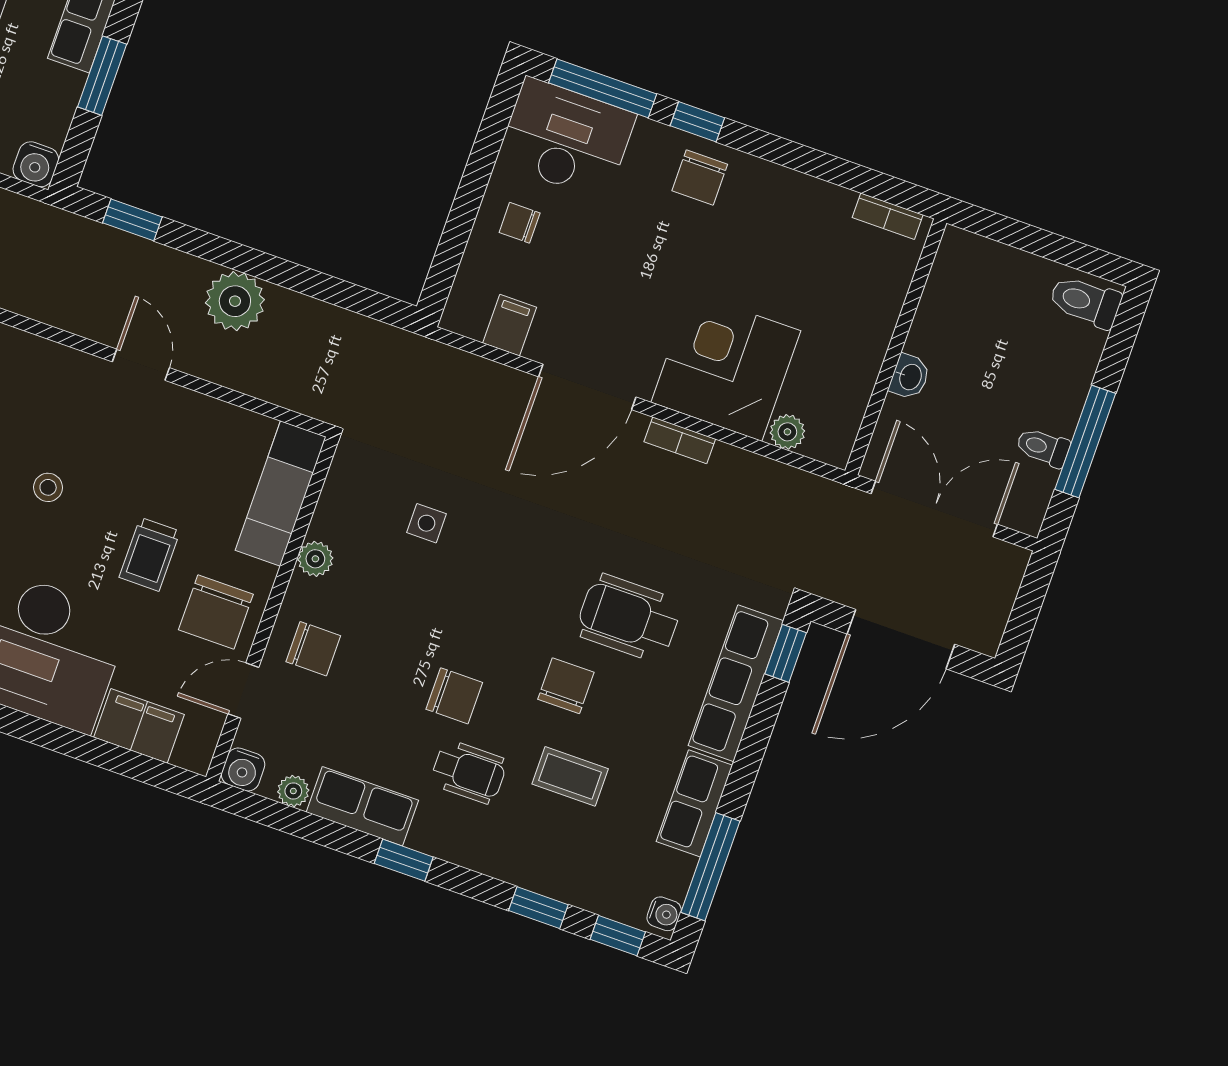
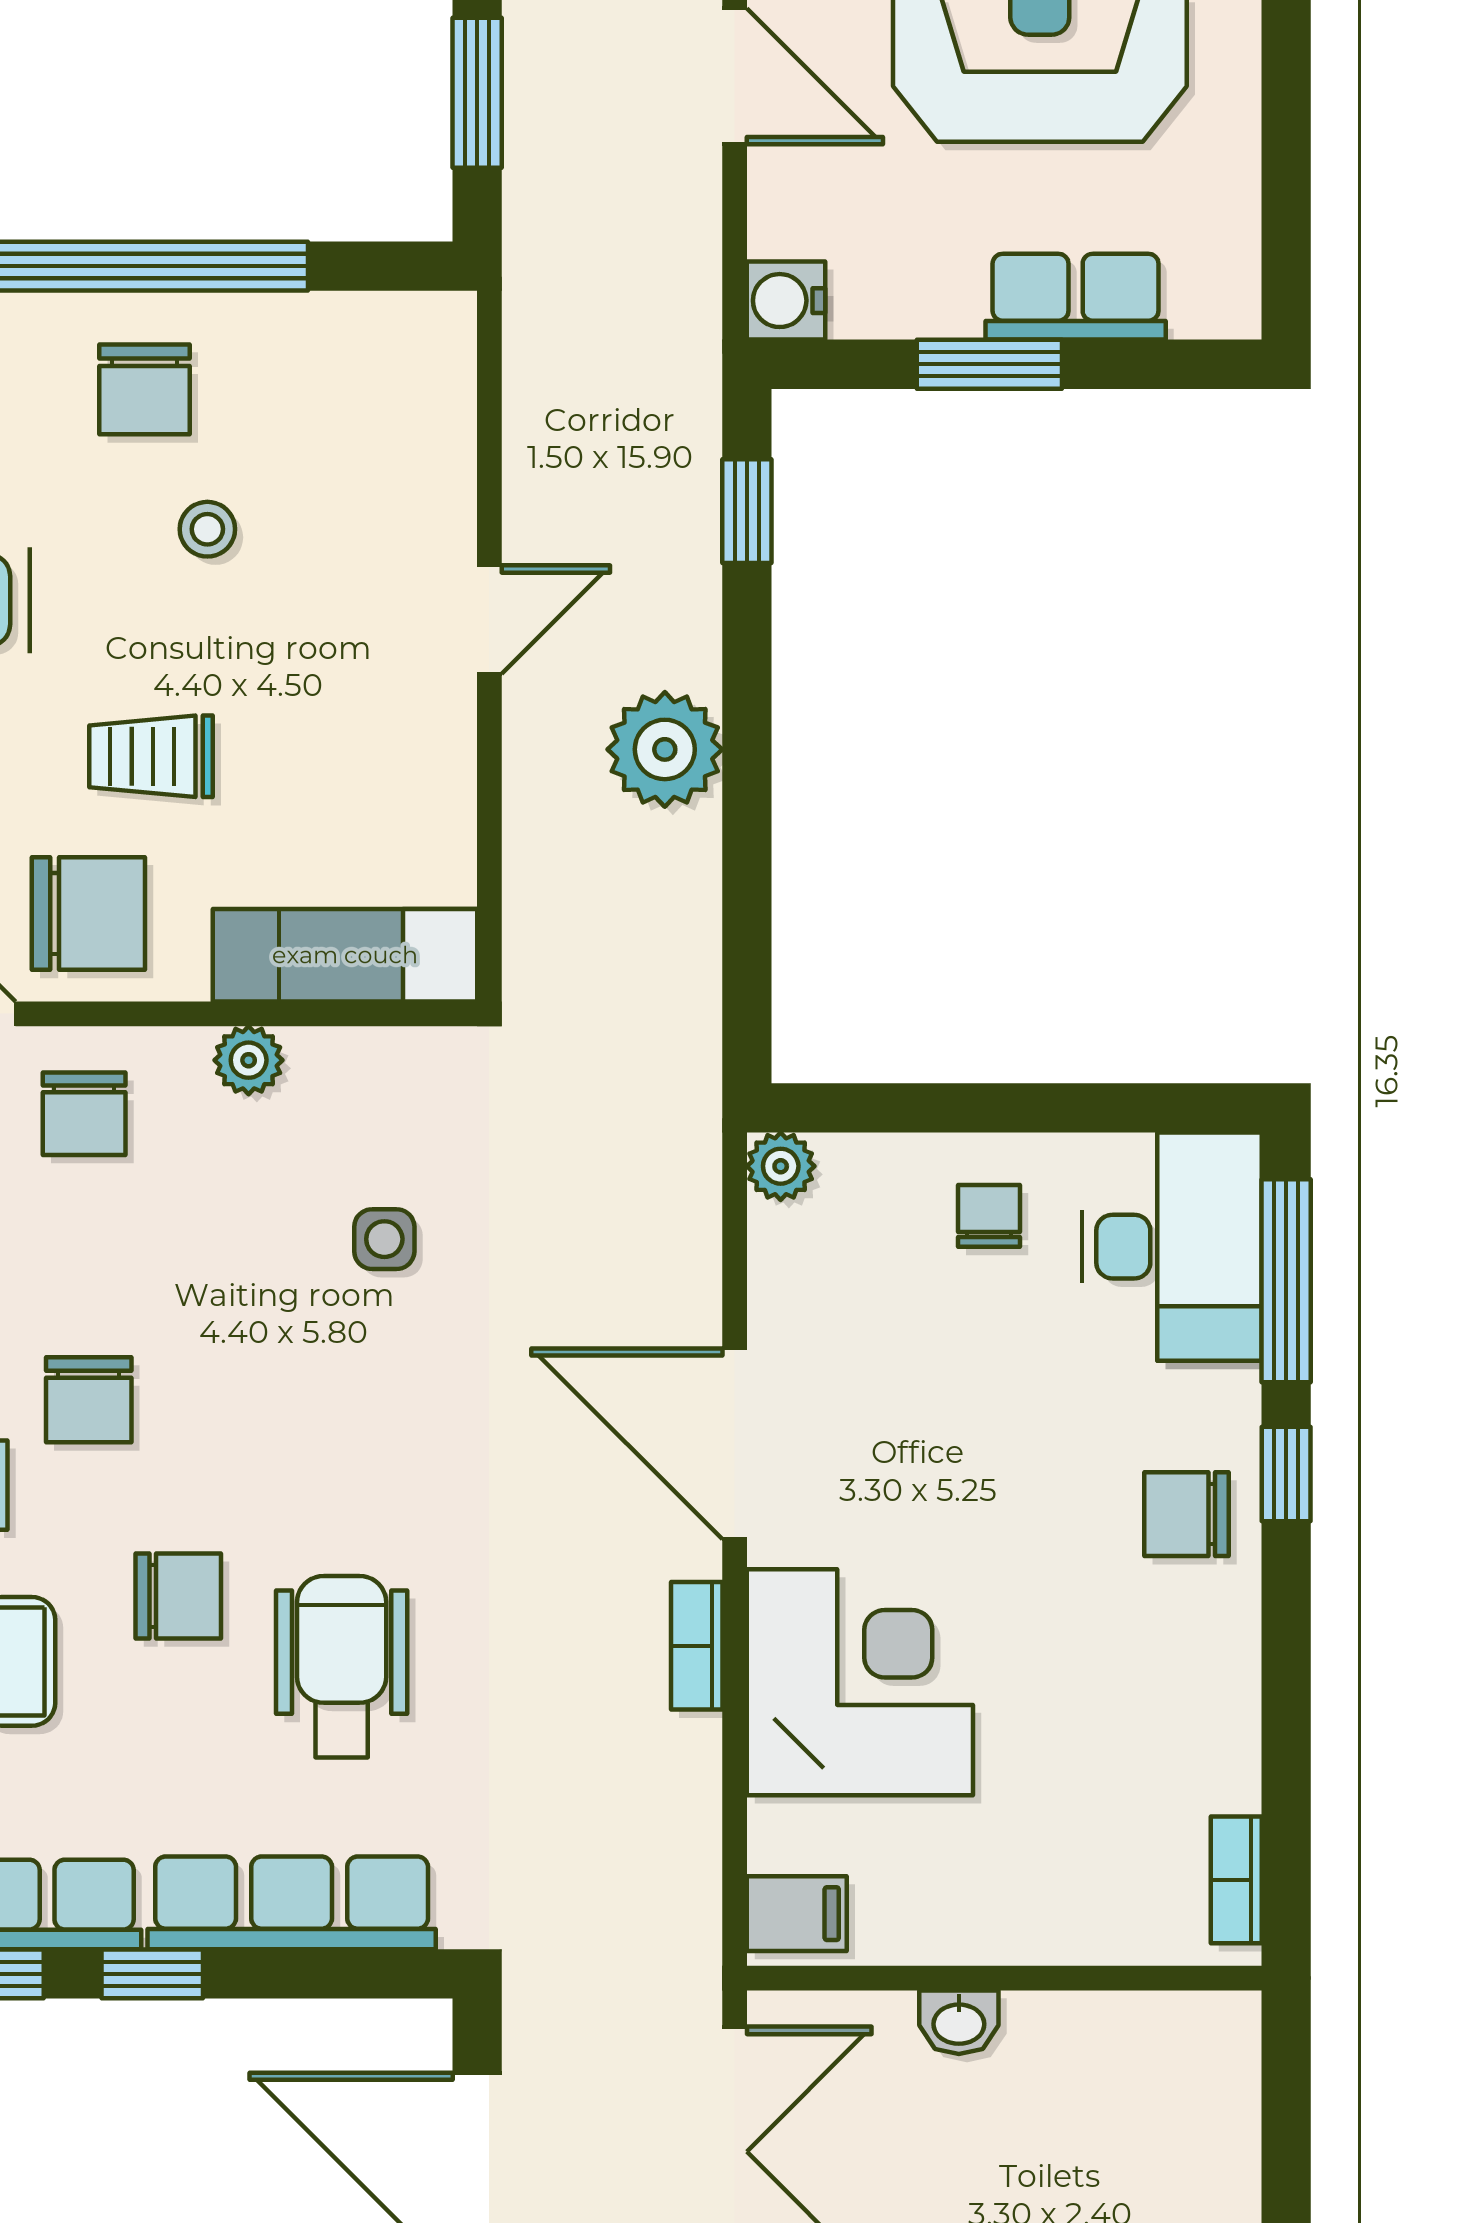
filing cabinet: (510, 325) -> (797, 1914), moved
plant: (787, 432) -> (781, 1166), moved
chair: (216, 612) -> (88, 913), turned 180
window: (786, 653) -> (152, 1974), moved

